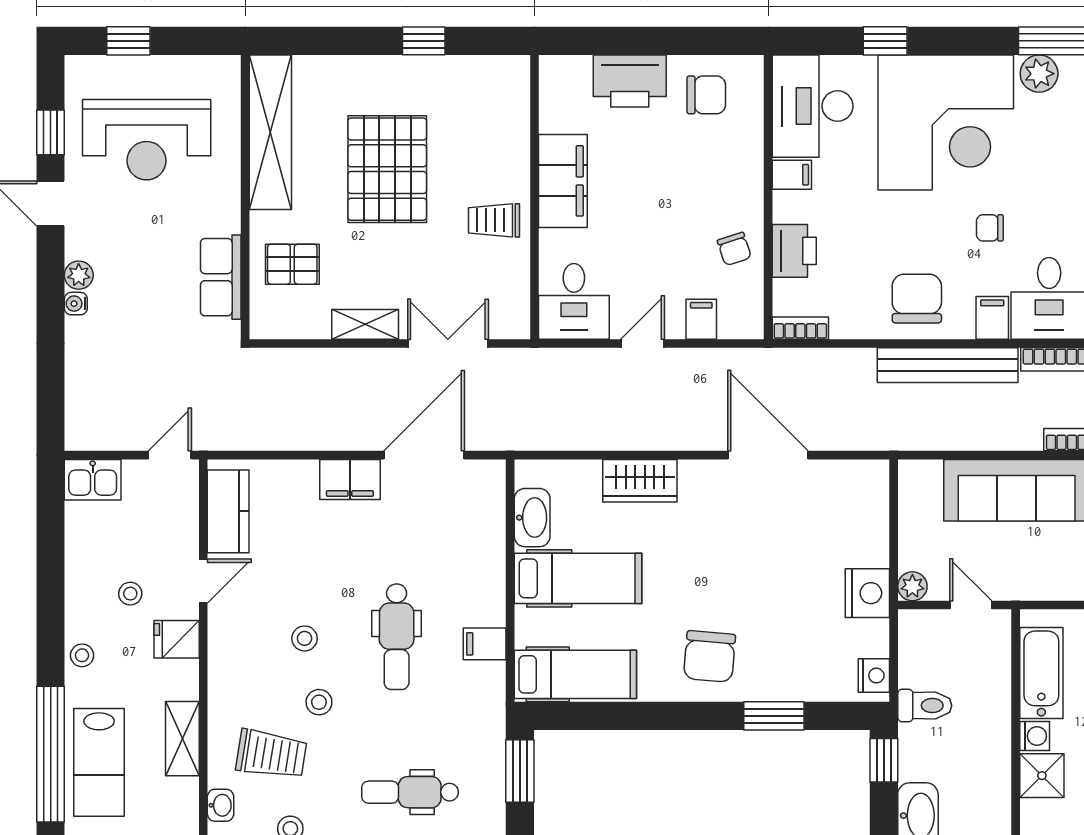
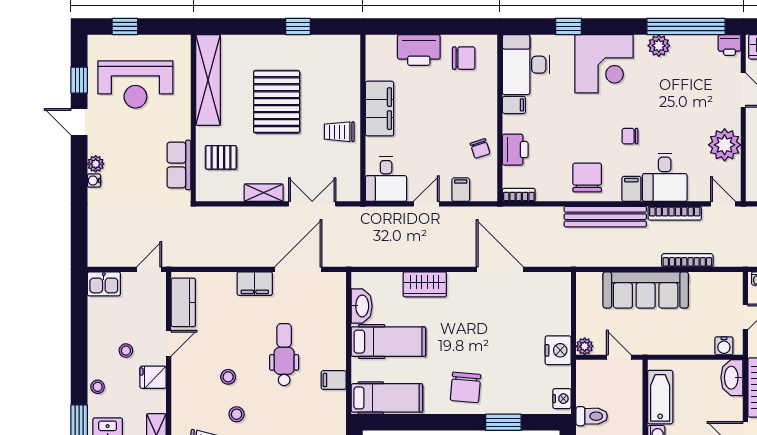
corner desk: (946, 122) -> (604, 64), width x0.74, depth x0.74
dental chair: (397, 637) -> (284, 355), moved, turned 180

